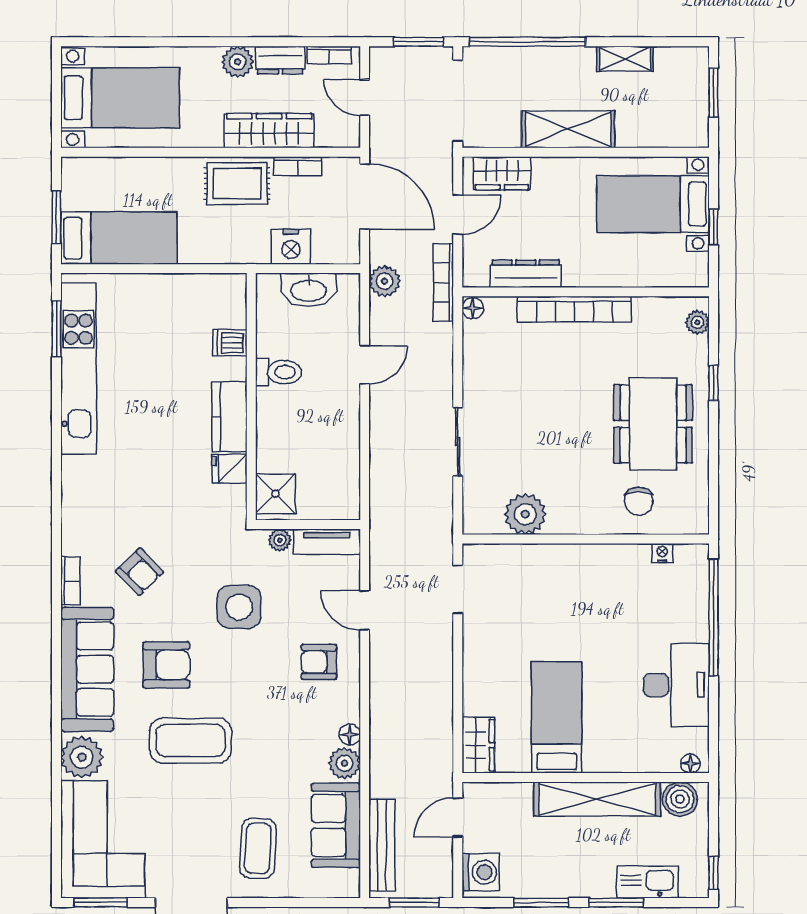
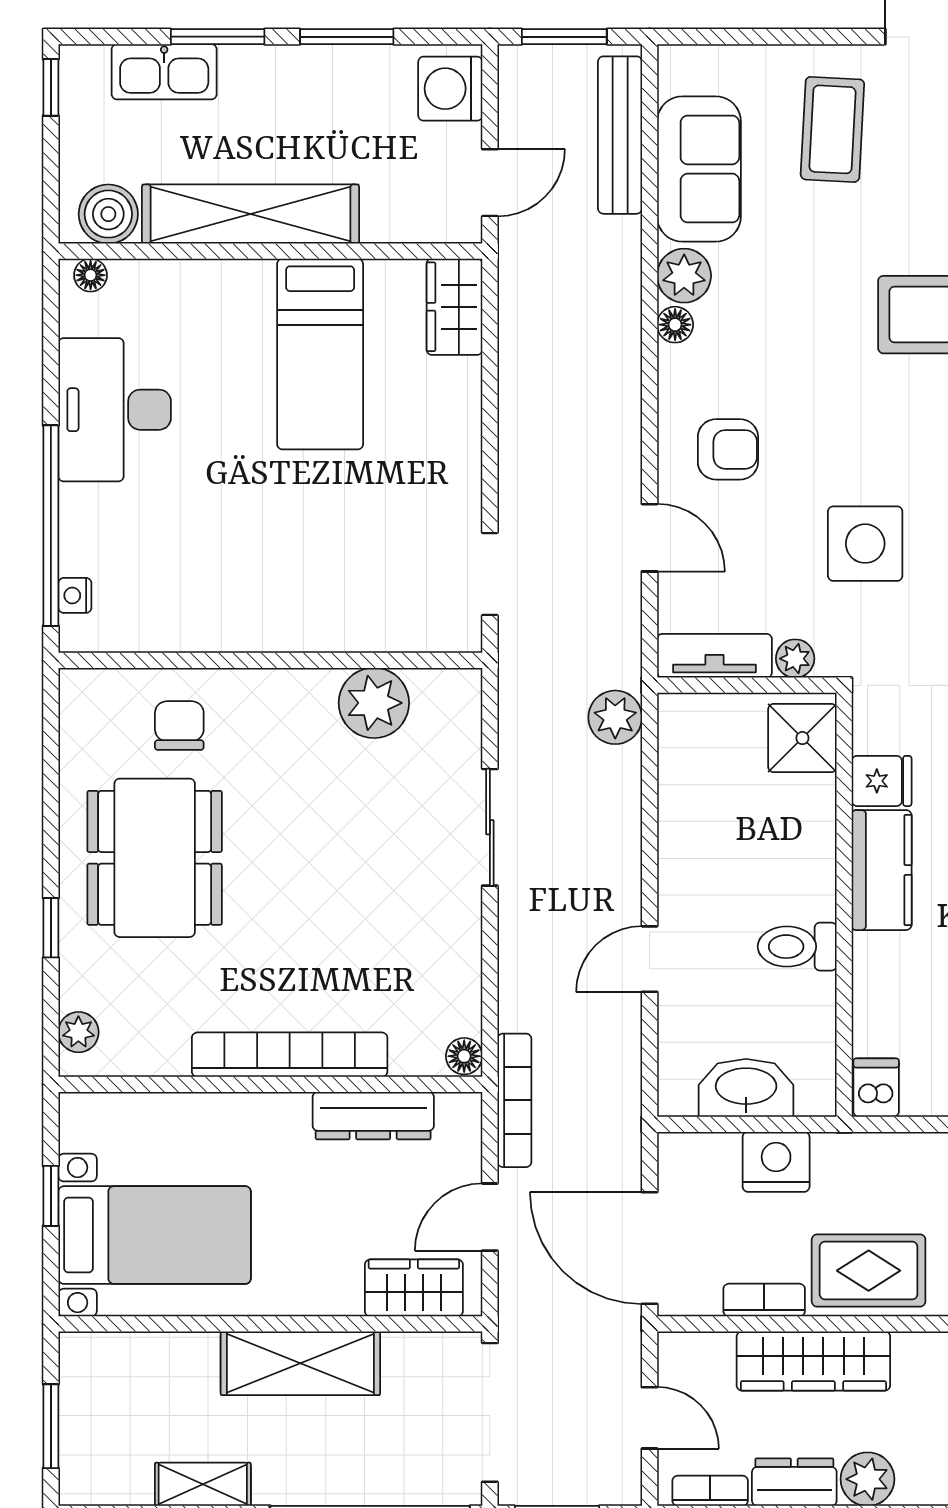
plant: (385, 281) -> (615, 717), moved
dishwasher: (230, 343) -> (876, 1088), moved, turned -90
nightstand: (662, 553) -> (75, 595), moved, turned 90

